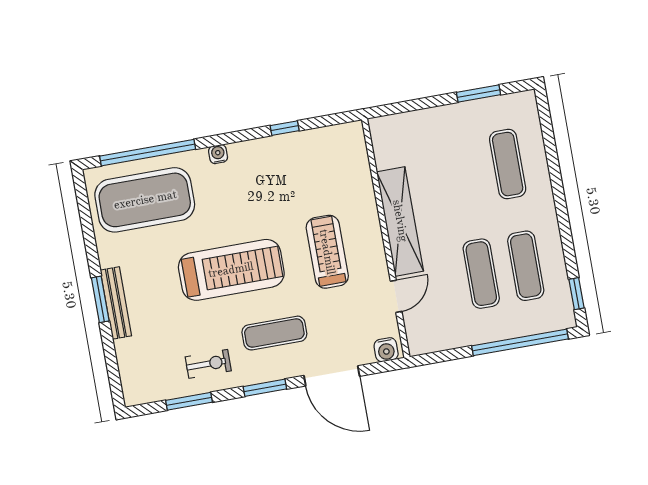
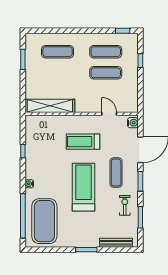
shelving: (400, 221) -> (50, 106), moved
bench: (116, 303) -> (116, 243), moved
window: (520, 342) -> (140, 61), width x0.32

